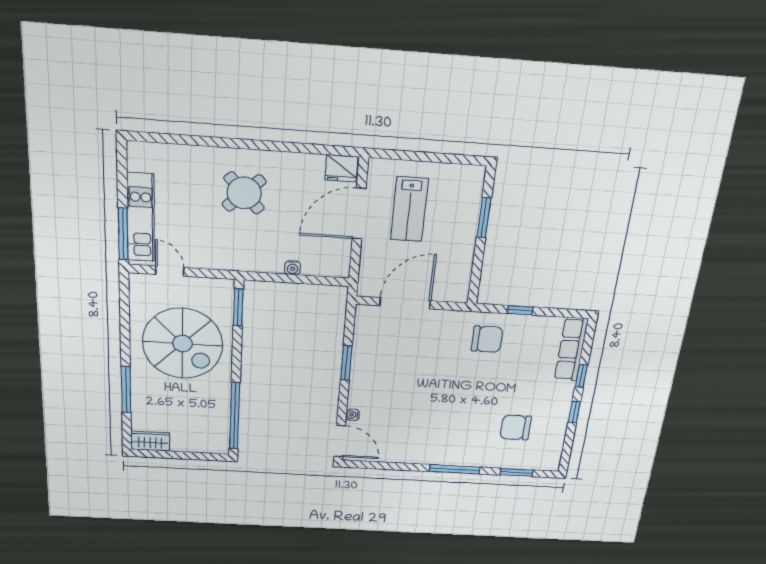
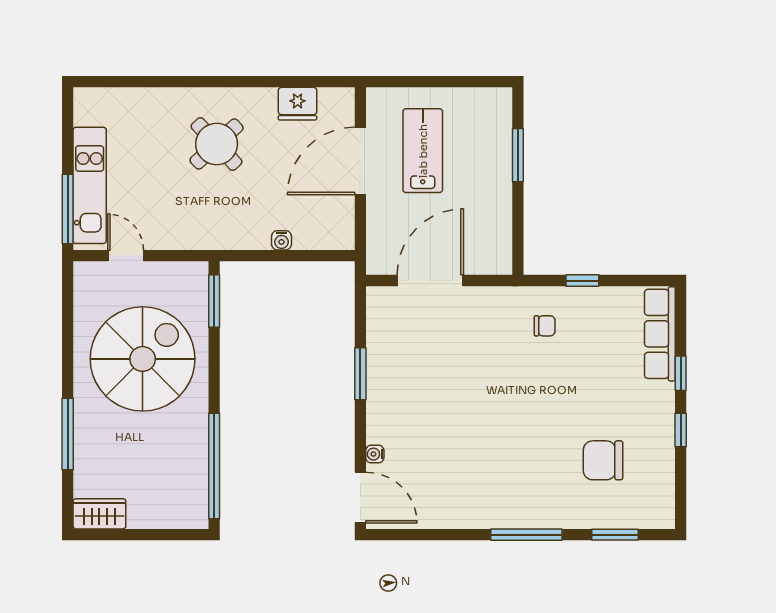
fridge: (341, 168) -> (298, 104), moved
lab bench: (409, 209) -> (423, 151), turned 180
chair: (487, 339) -> (545, 326), width x0.54, depth x0.54
spiral stairs: (183, 344) -> (143, 359), turned -90

